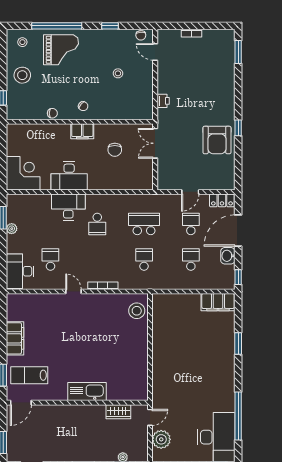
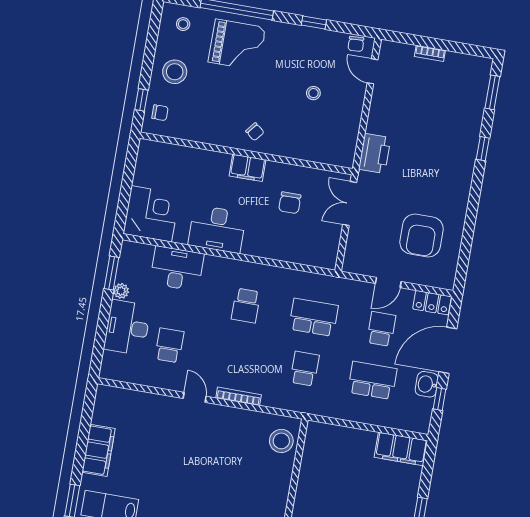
printer: (163, 101) -> (375, 153), width x1.87, depth x1.48
chair: (52, 113) -> (160, 113), moved
window: (238, 128) -> (483, 149), moved
armchair: (217, 140) -> (422, 236), moved
desk: (68, 207) -> (177, 268), moved
school desk: (191, 260) -> (372, 380), width x1.85
desk: (20, 271) -> (127, 327), moved
window: (238, 277) -> (439, 399), moved

